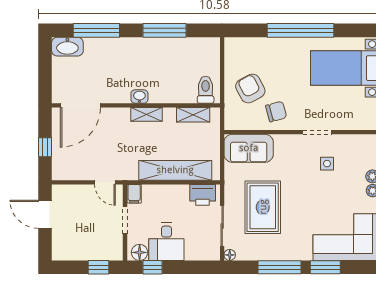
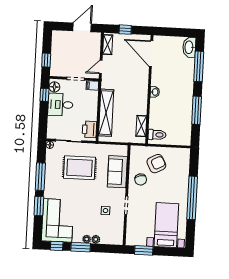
shelving: (147, 114) -> (108, 45), moved
sofa: (249, 148) -> (117, 172), moved

